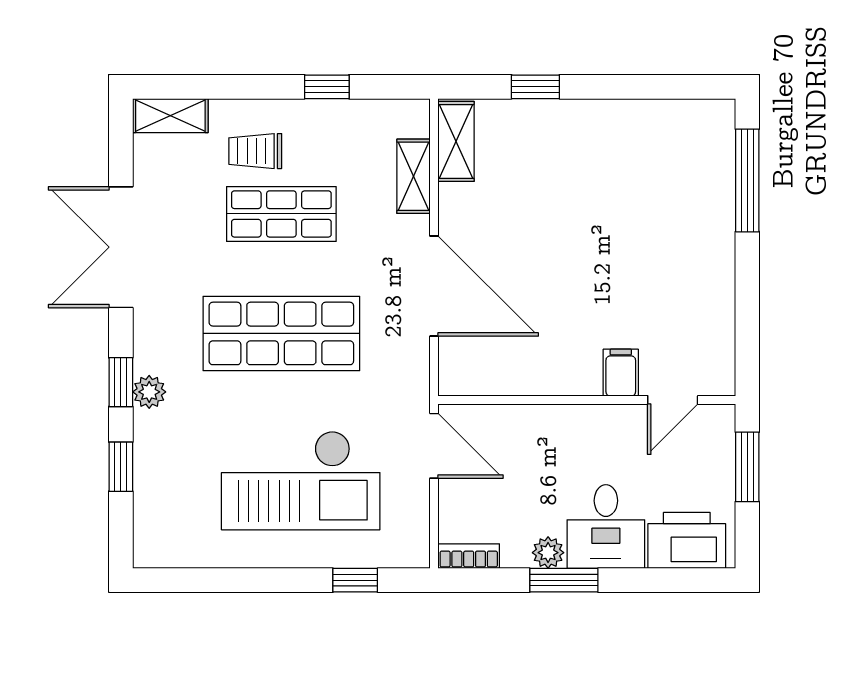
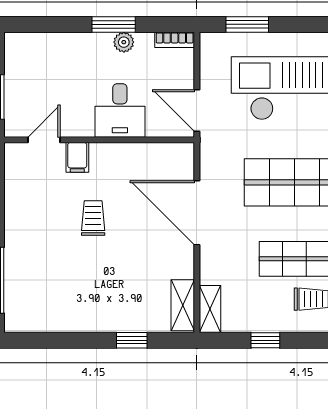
shelving: (413, 176) -> (210, 309), moved
trolley: (596, 278) -> (93, 218), added
desk: (606, 527) -> (120, 110), moved, turned 180
printer: (687, 540) -> (35, 50), removed
window: (355, 580) -> (247, 24), width x1.50

